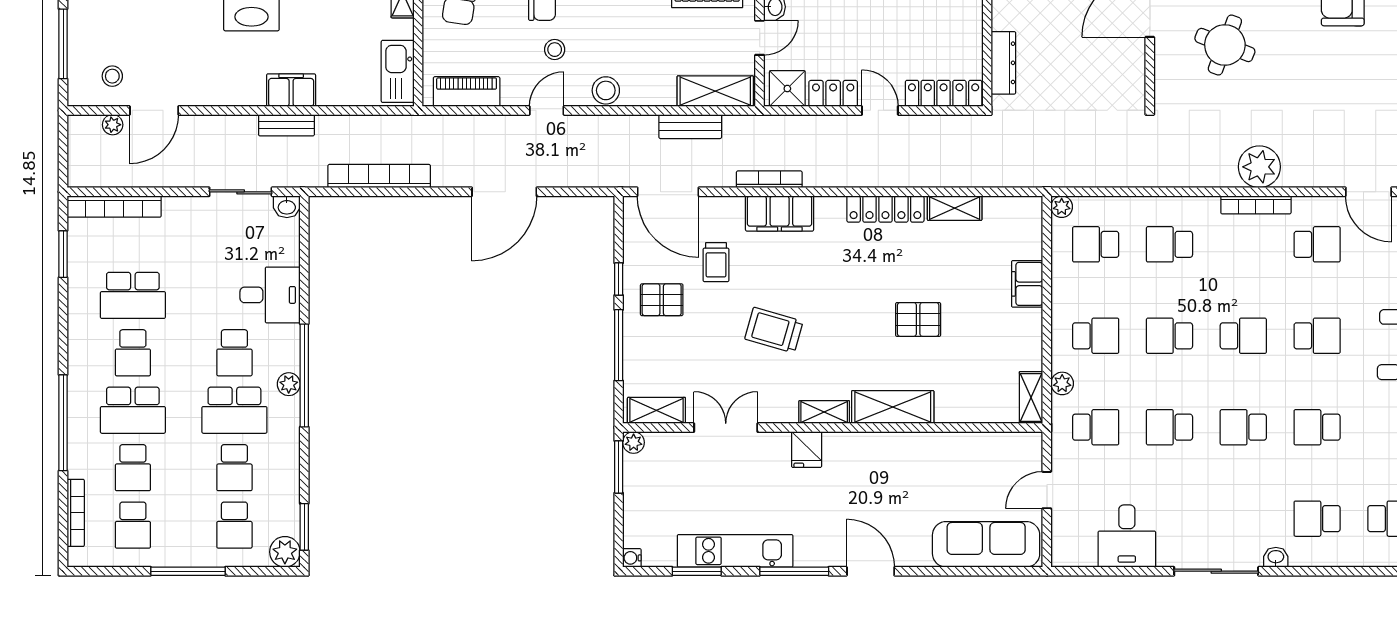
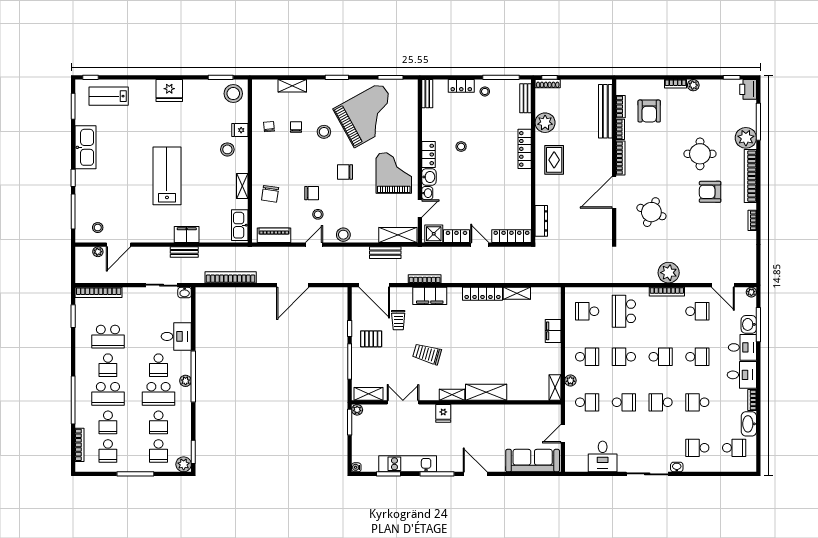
plant: (1062, 207) -> (570, 293), removed
school desk: (1169, 244) -> (624, 311), width x1.85
pallet: (918, 319) -> (499, 349), removed
school desk: (1169, 427) -> (624, 402), turned 180

